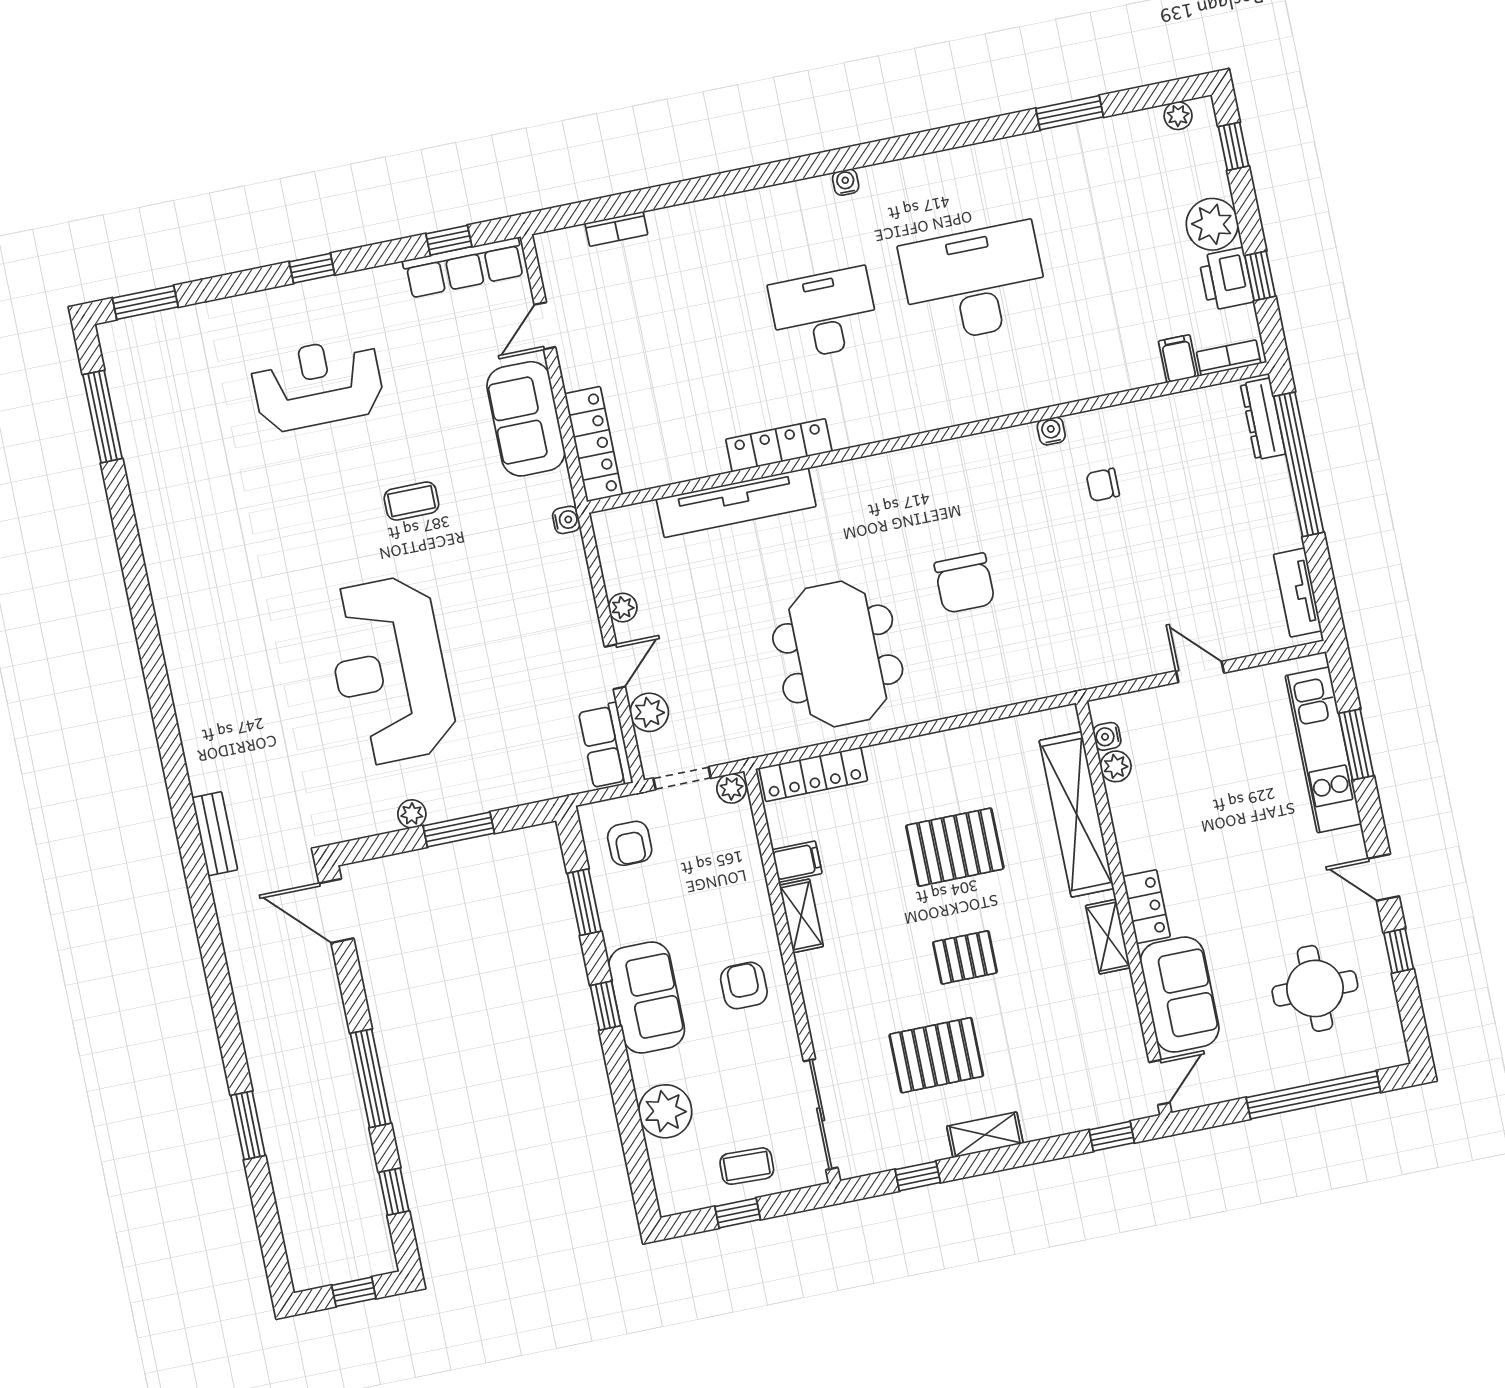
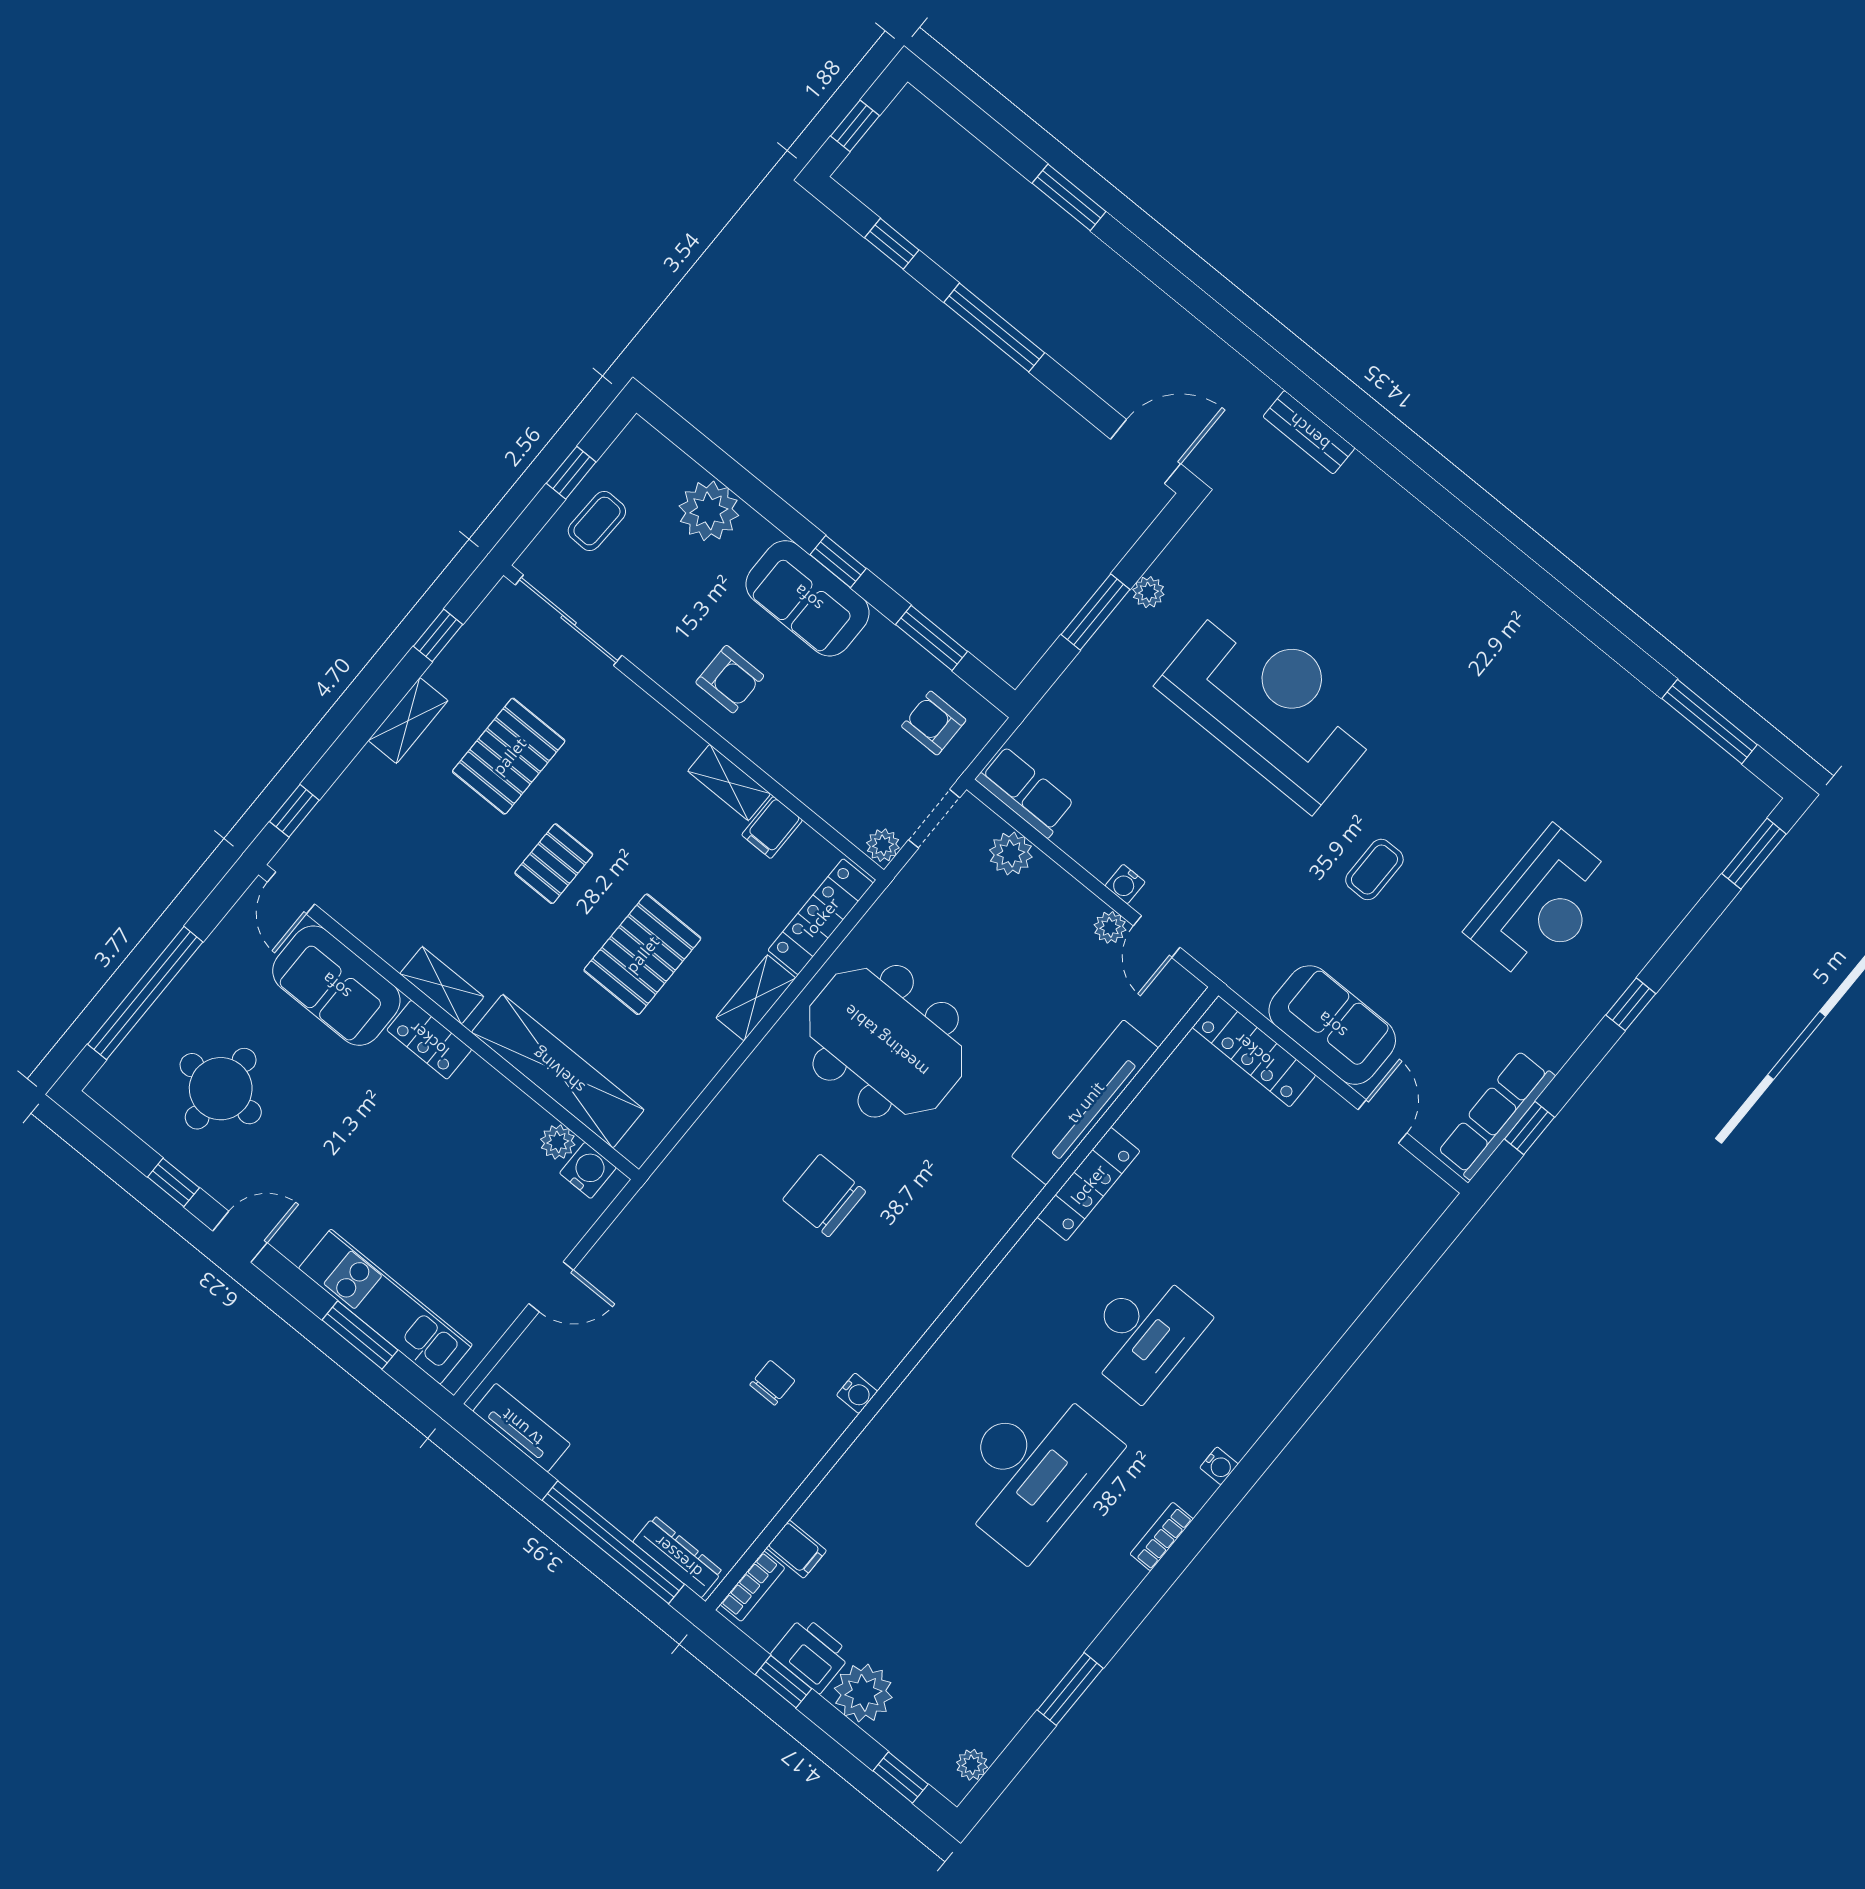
bookcase: (616, 229) -> (1162, 1537), moved
water cooler: (566, 520) -> (1125, 884), moved
door: (615, 667) -> (1157, 937), moved
water cooler: (1107, 736) -> (588, 1170), width x1.38, depth x1.38
shelving: (902, 755) -> (756, 998), added

